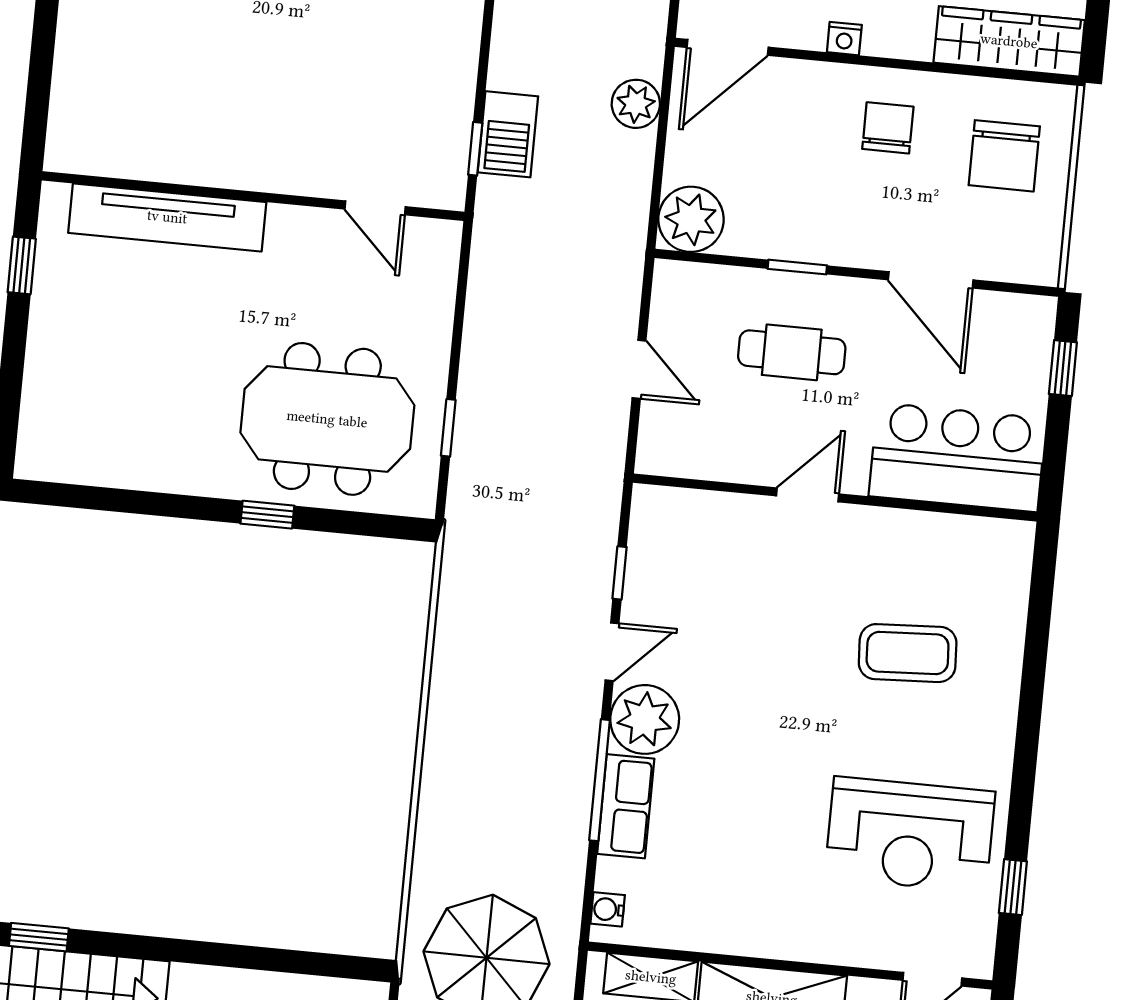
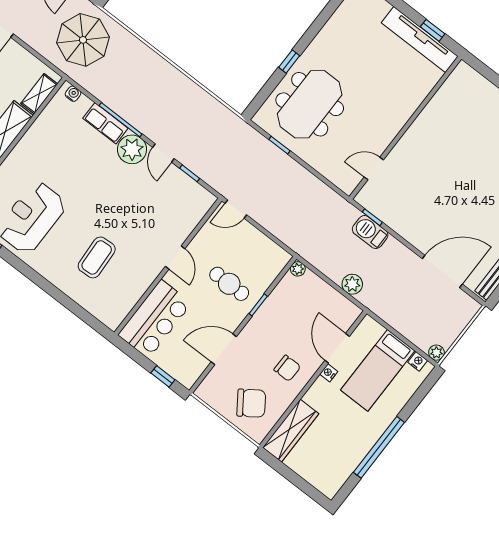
door: (728, 47) -> (337, 348), moved
chair: (1004, 156) -> (251, 403), turned 145
tv unit: (167, 217) -> (420, 40), moved, turned -90
plant: (691, 219) -> (298, 269), width x0.53, depth x0.53
cafe table: (792, 352) -> (229, 284), turned 90
door: (639, 369) -> (236, 209), moved

